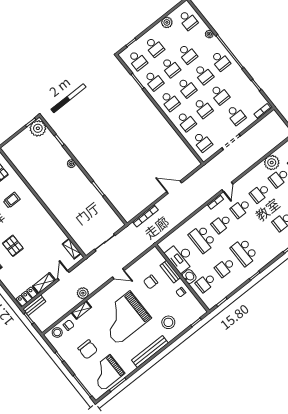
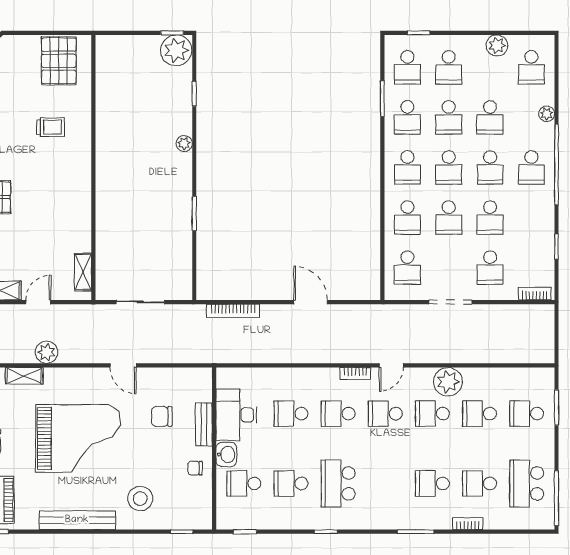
plant: (272, 163) -> (448, 382), moved
school desk: (202, 239) -> (291, 414), width x0.54
grand piano: (124, 318) -> (78, 438), turned 180

